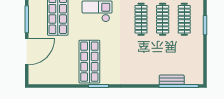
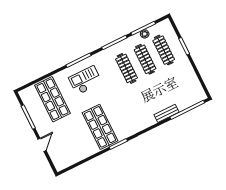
door: (27, 52) -> (42, 145), width x0.53
bench: (172, 80) -> (166, 113), moved

